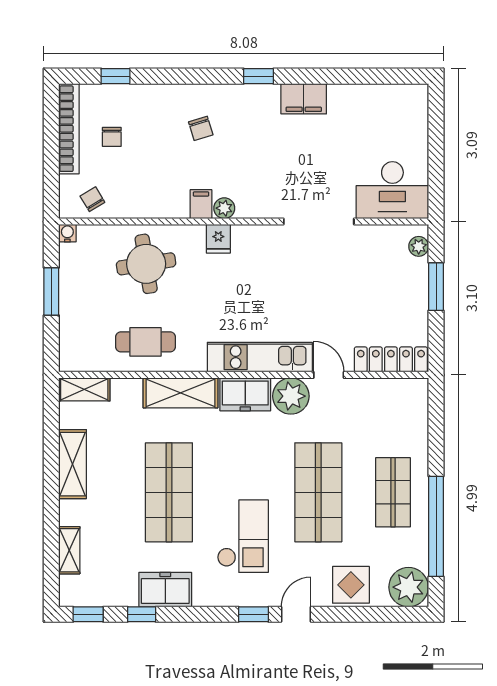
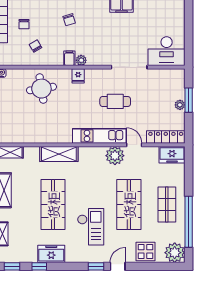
chair: (92, 199) -> (35, 46), moved
plant: (419, 246) -> (180, 105), moved
cafe table: (146, 342) -> (115, 101), moved
freezer: (245, 394) -> (172, 155), moved

